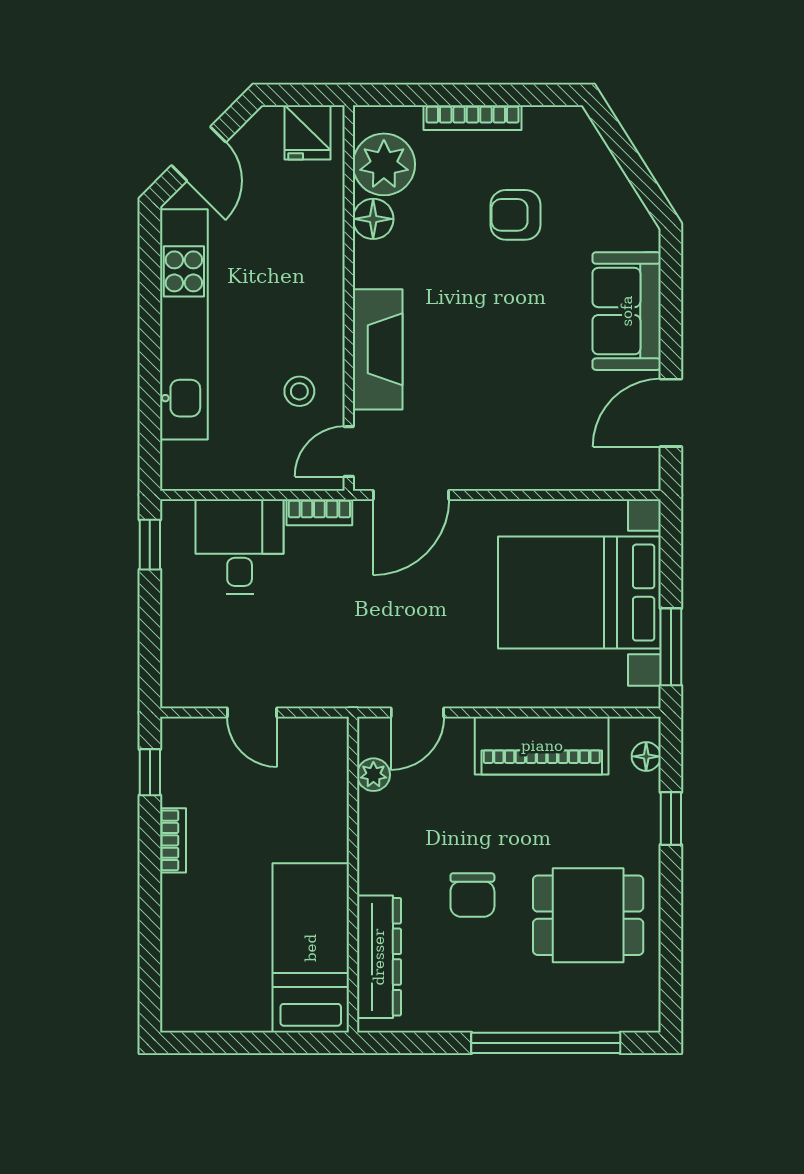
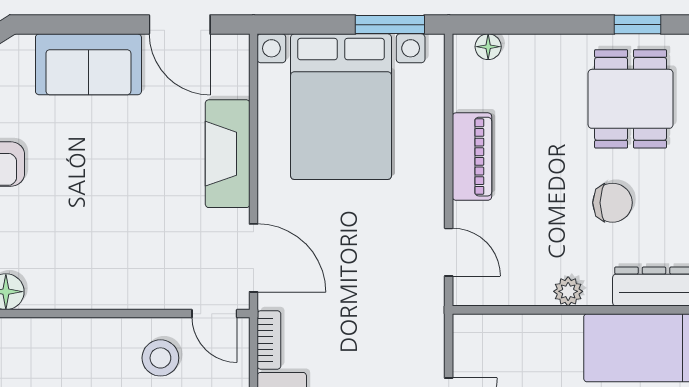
fireplace: (378, 349) -> (228, 154), moved, turned -90
stool: (299, 391) -> (160, 358), width x1.37, depth x1.37
piano: (542, 746) -> (472, 157), width x0.73, depth x0.75
plant: (373, 775) -> (568, 291), moved
window: (671, 819) -> (638, 25), moved

